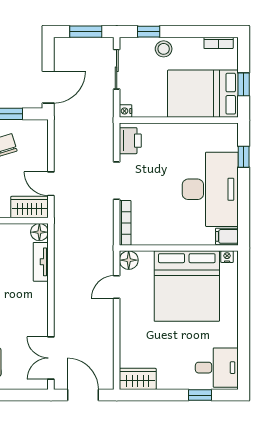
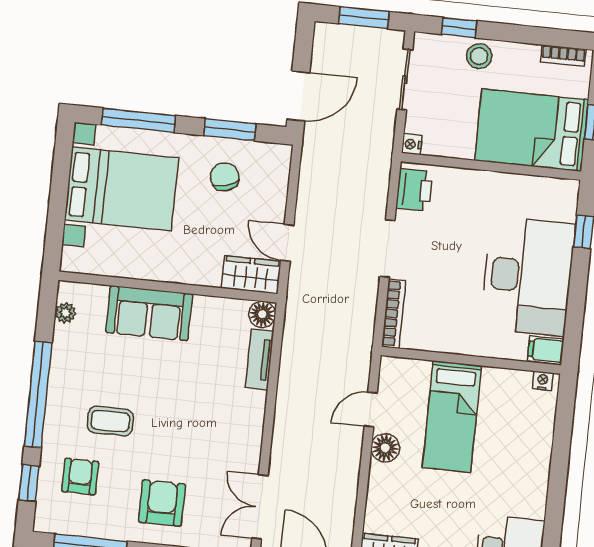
floor lamp: (129, 260) -> (385, 448), moved
bed: (187, 286) -> (452, 417), width x0.49

